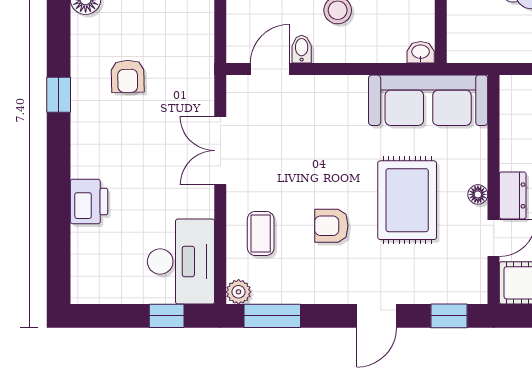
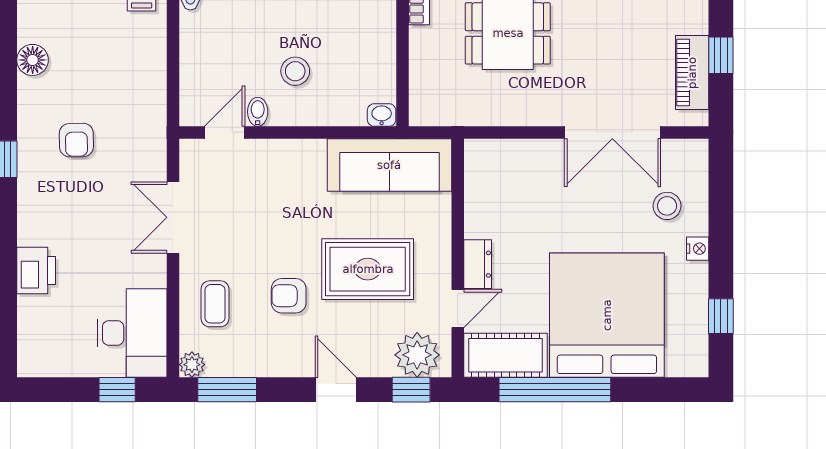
floor lamp: (478, 194) -> (441, 263), removed
rug: (407, 200) -> (368, 269), turned 90
plant: (455, 283) -> (417, 355), added
door: (377, 316) -> (336, 390), swing flipped

